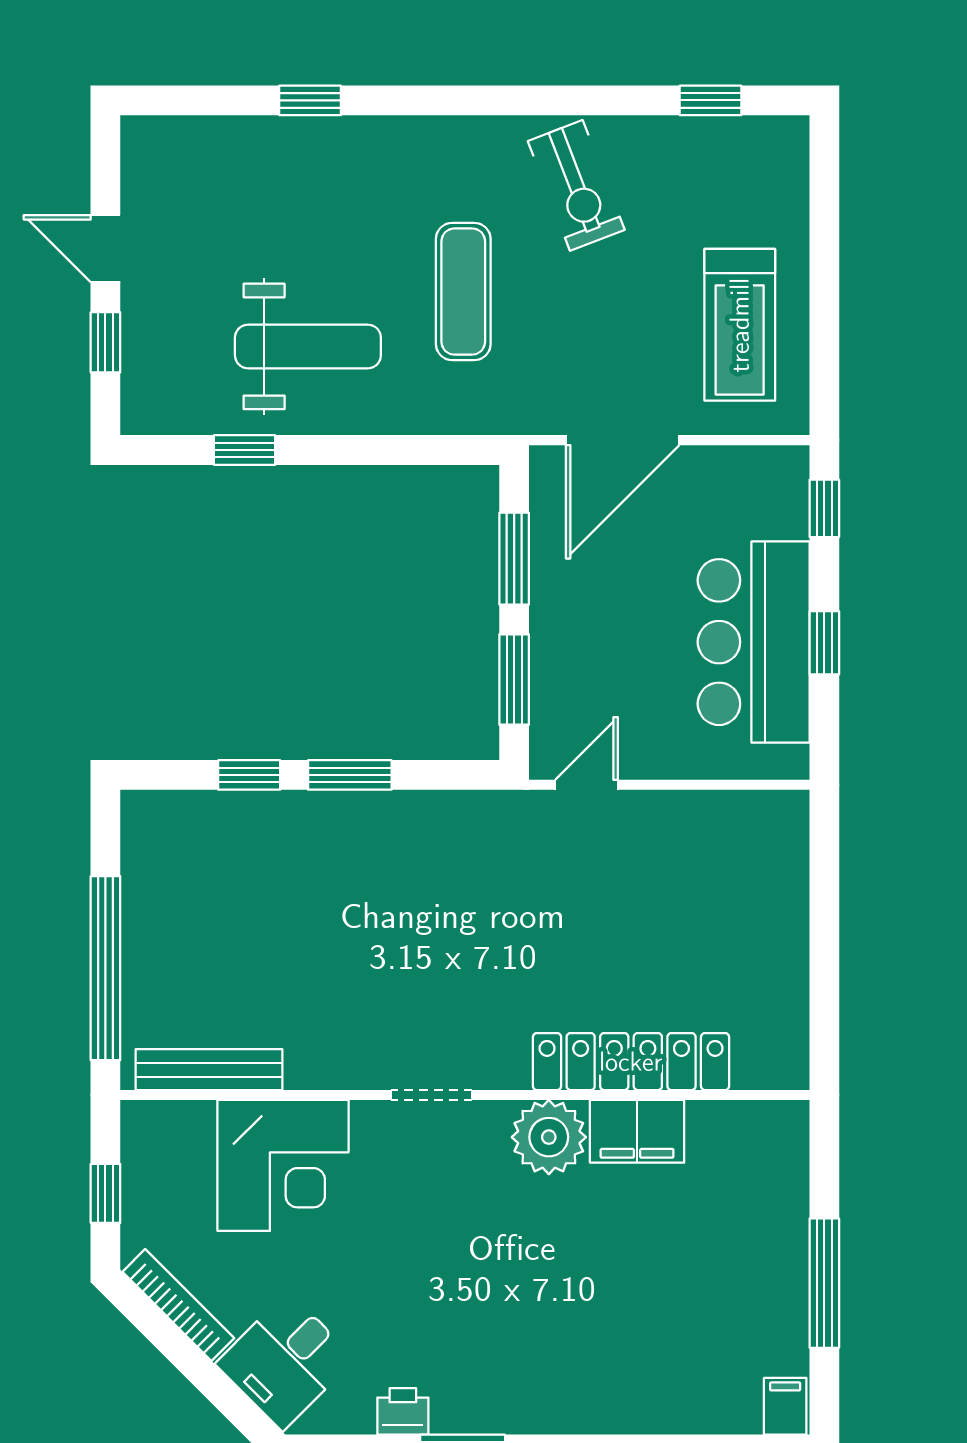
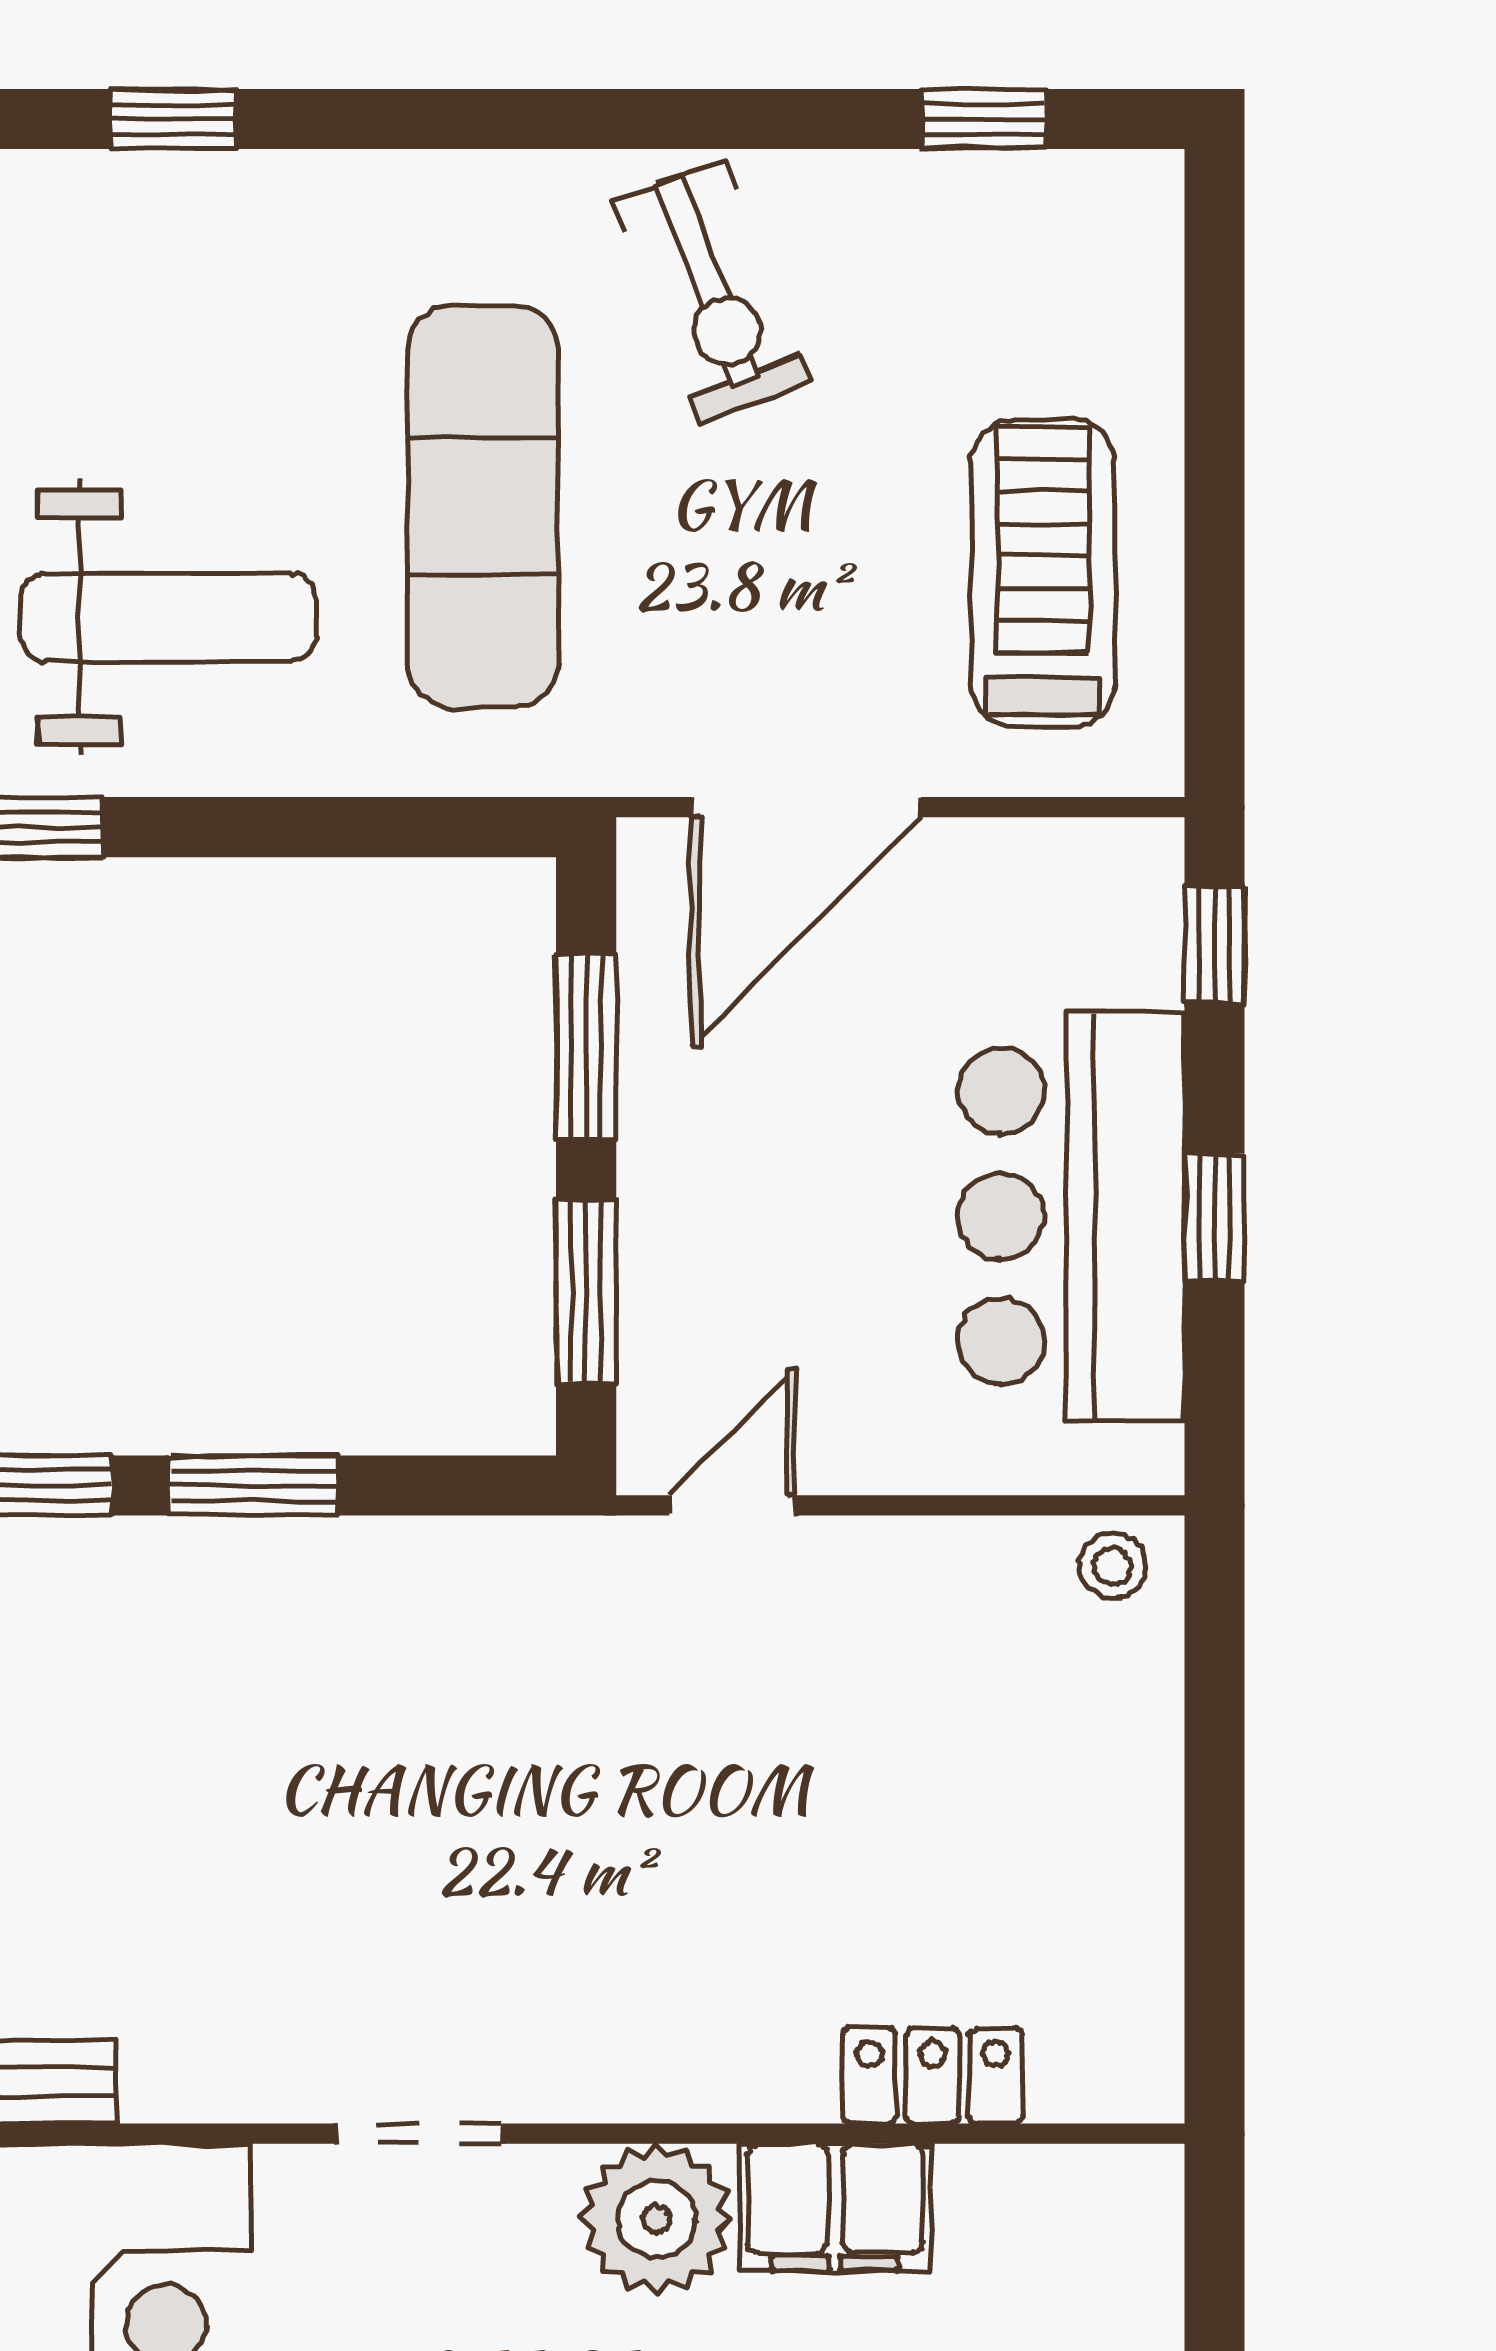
exercise mat: (463, 292) -> (483, 506), width x1.36, depth x1.45
treadmill: (740, 325) -> (1043, 574), turned 180
stool: (774, 815) -> (1113, 1566), added
locker: (631, 1062) -> (933, 2076), width x0.46, depth x0.83

